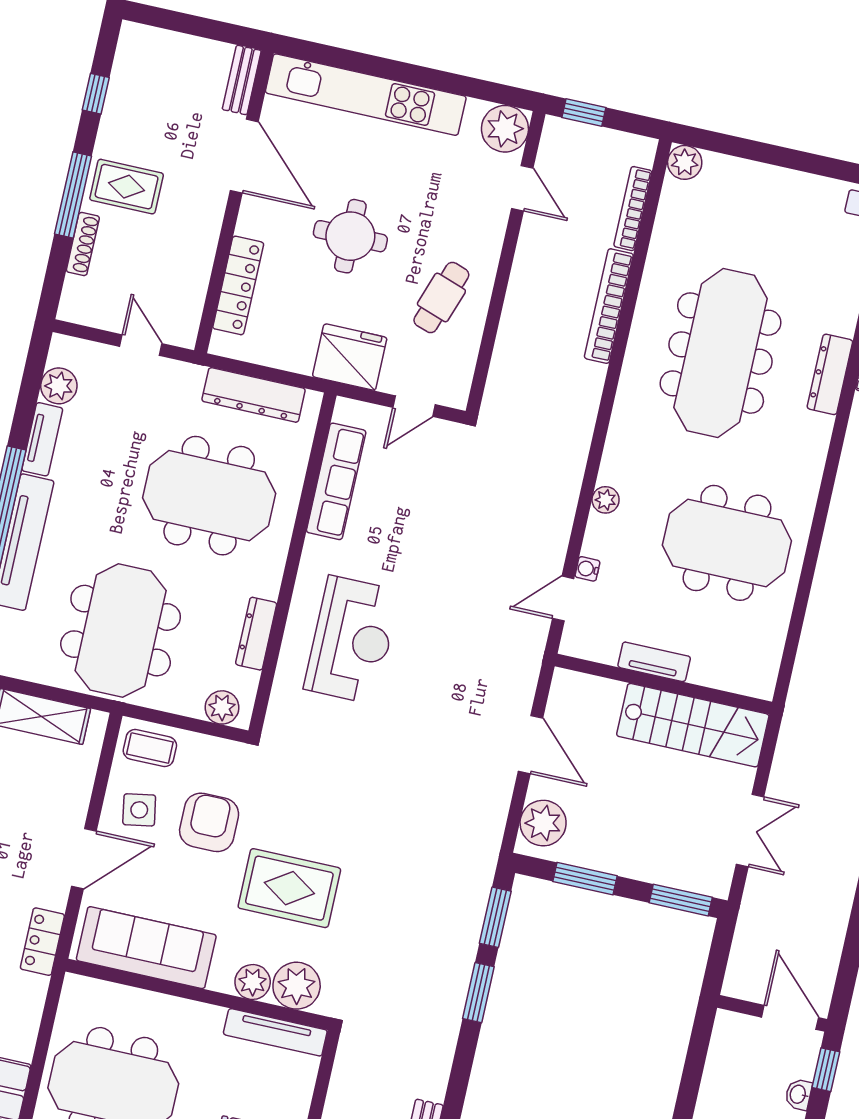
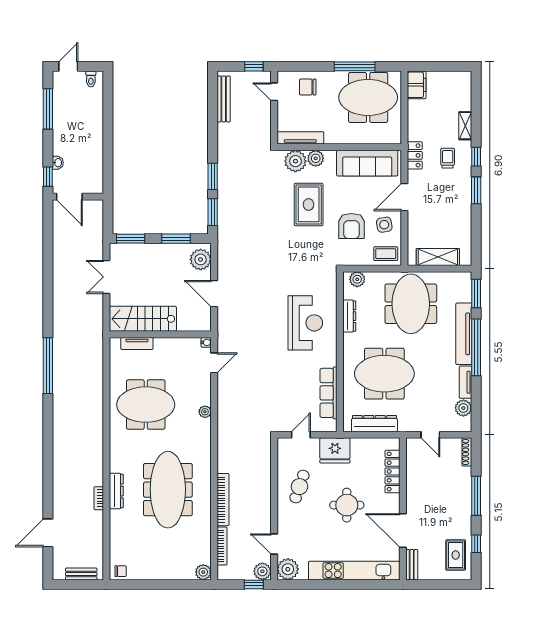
plant: (560, 136) -> (262, 571), added
rug: (127, 187) -> (456, 555), moved, turned 90
shoe rack: (83, 244) -> (467, 452), moved
water cooler: (587, 569) -> (206, 342), moved
reception desk: (352, 640) -> (305, 323), turned 180
tv unit: (654, 662) -> (137, 344), moved
rug: (289, 888) -> (309, 204), turned 90

